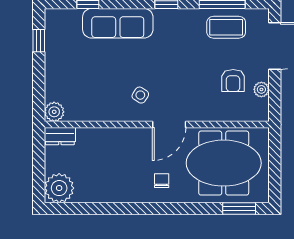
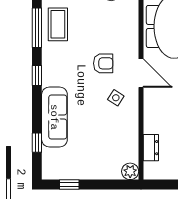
armchair: (233, 81) -> (103, 63), moved
dresser: (60, 136) -> (151, 148), moved

